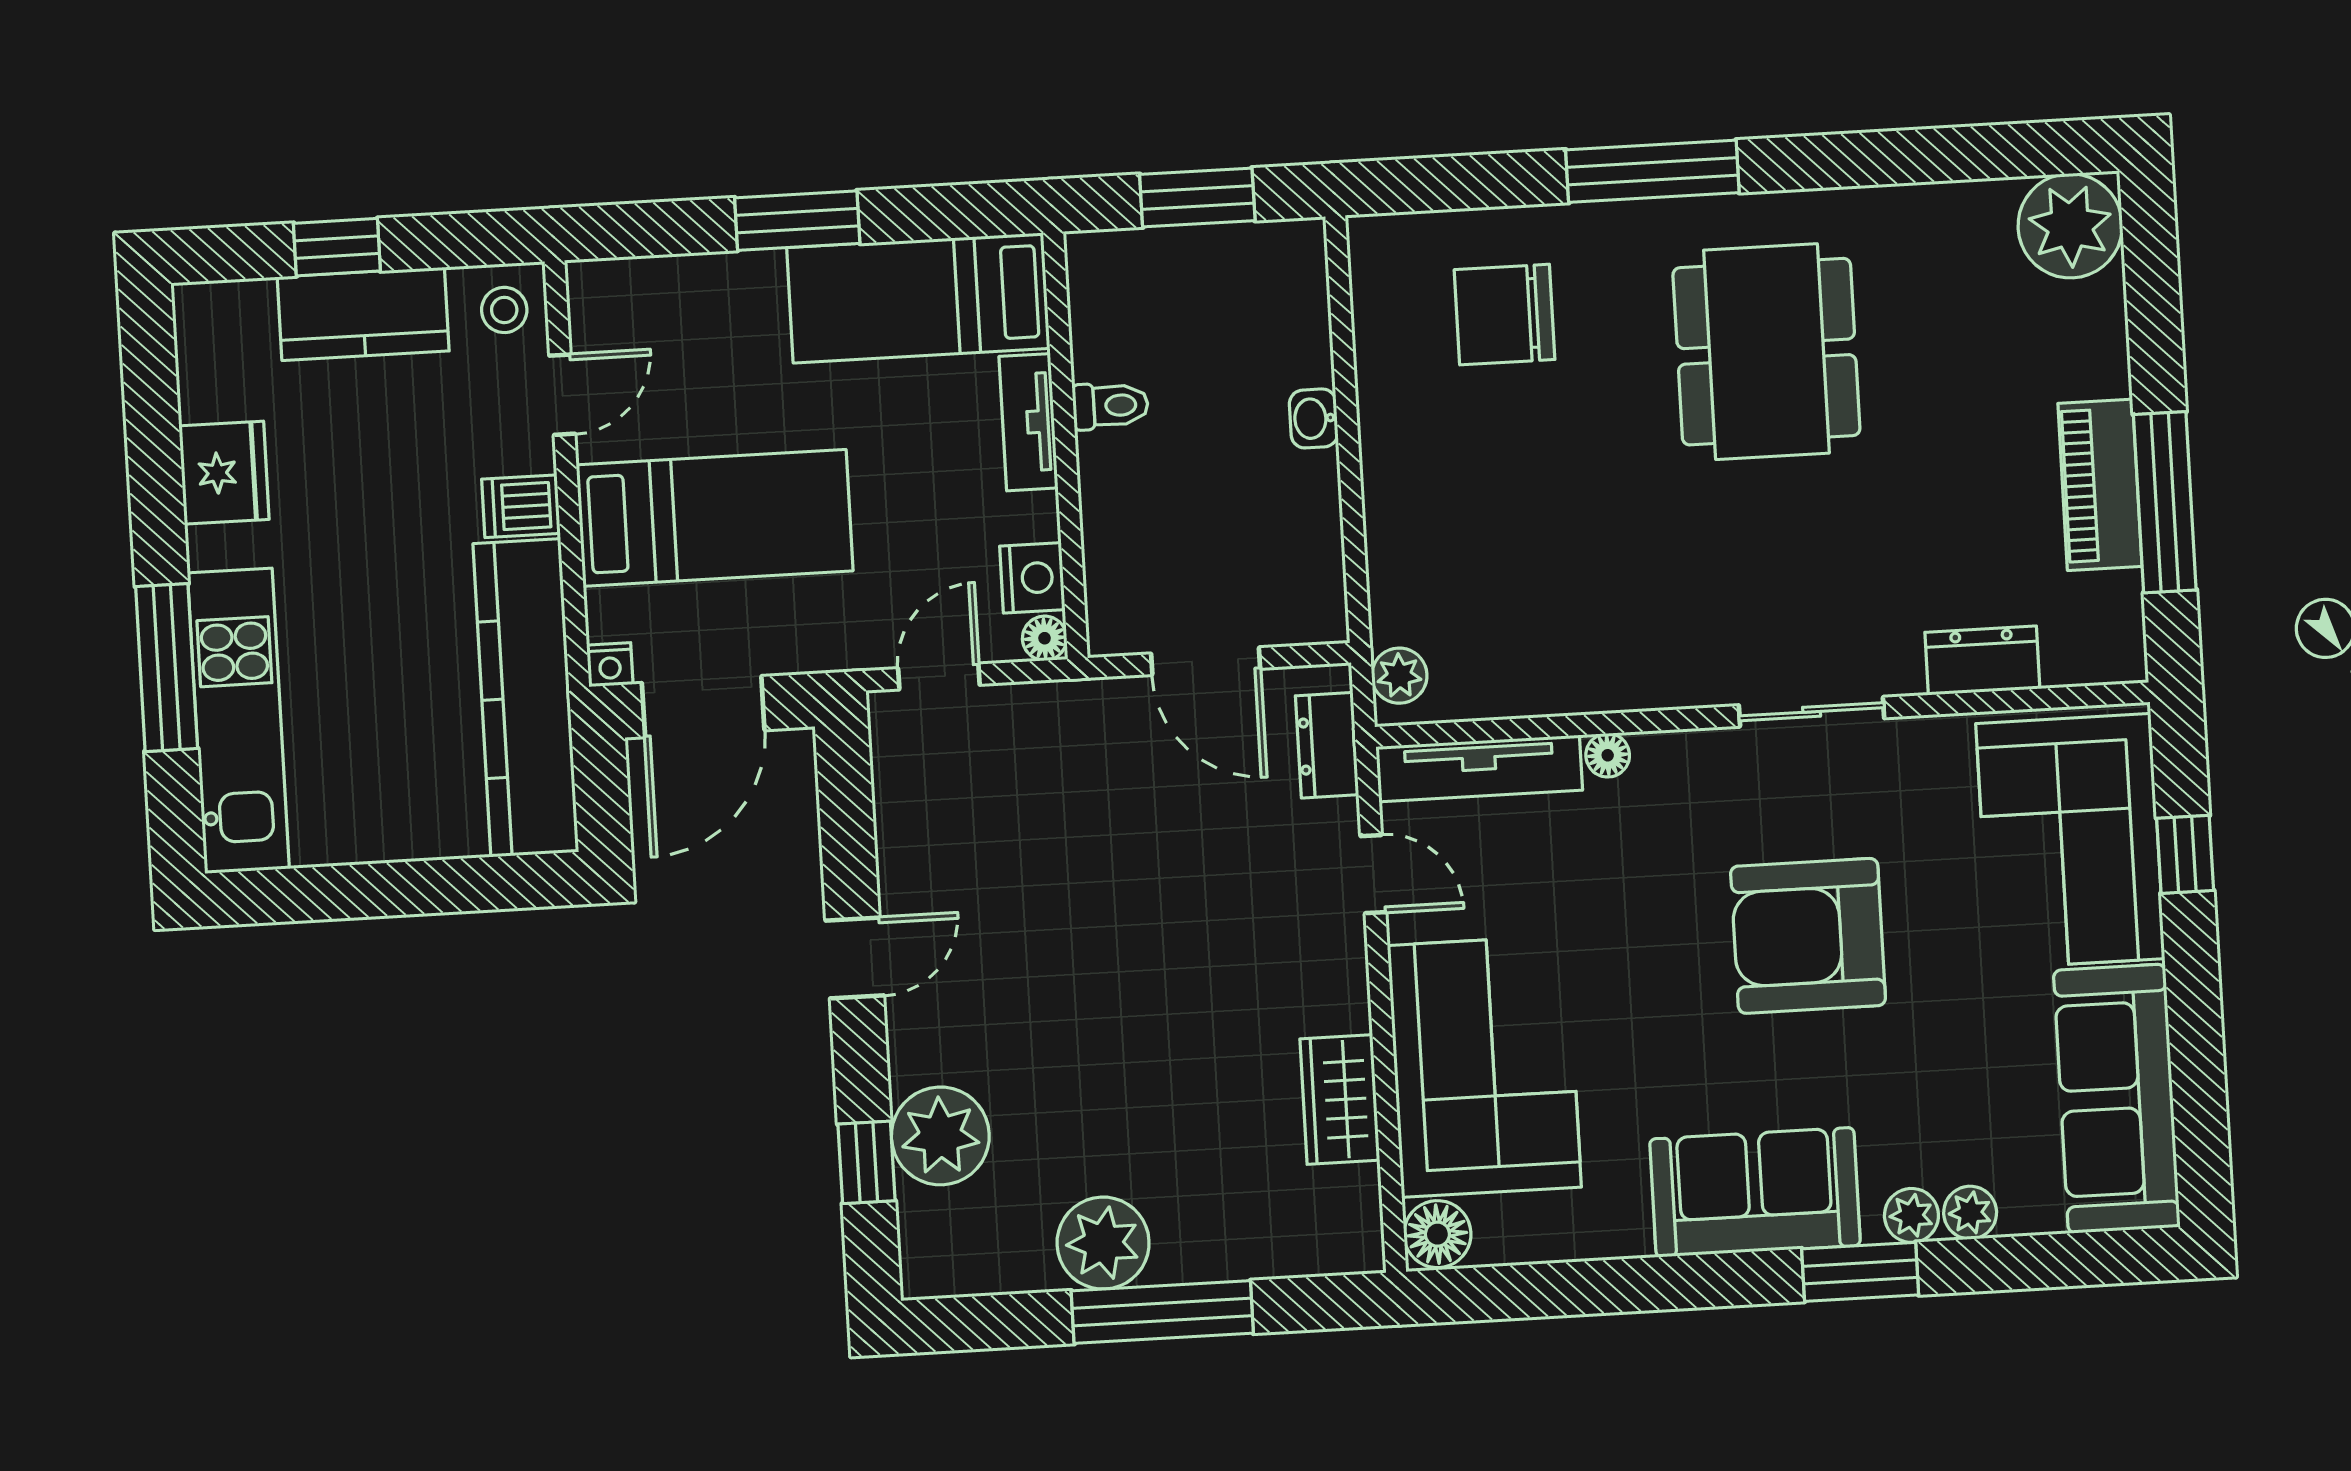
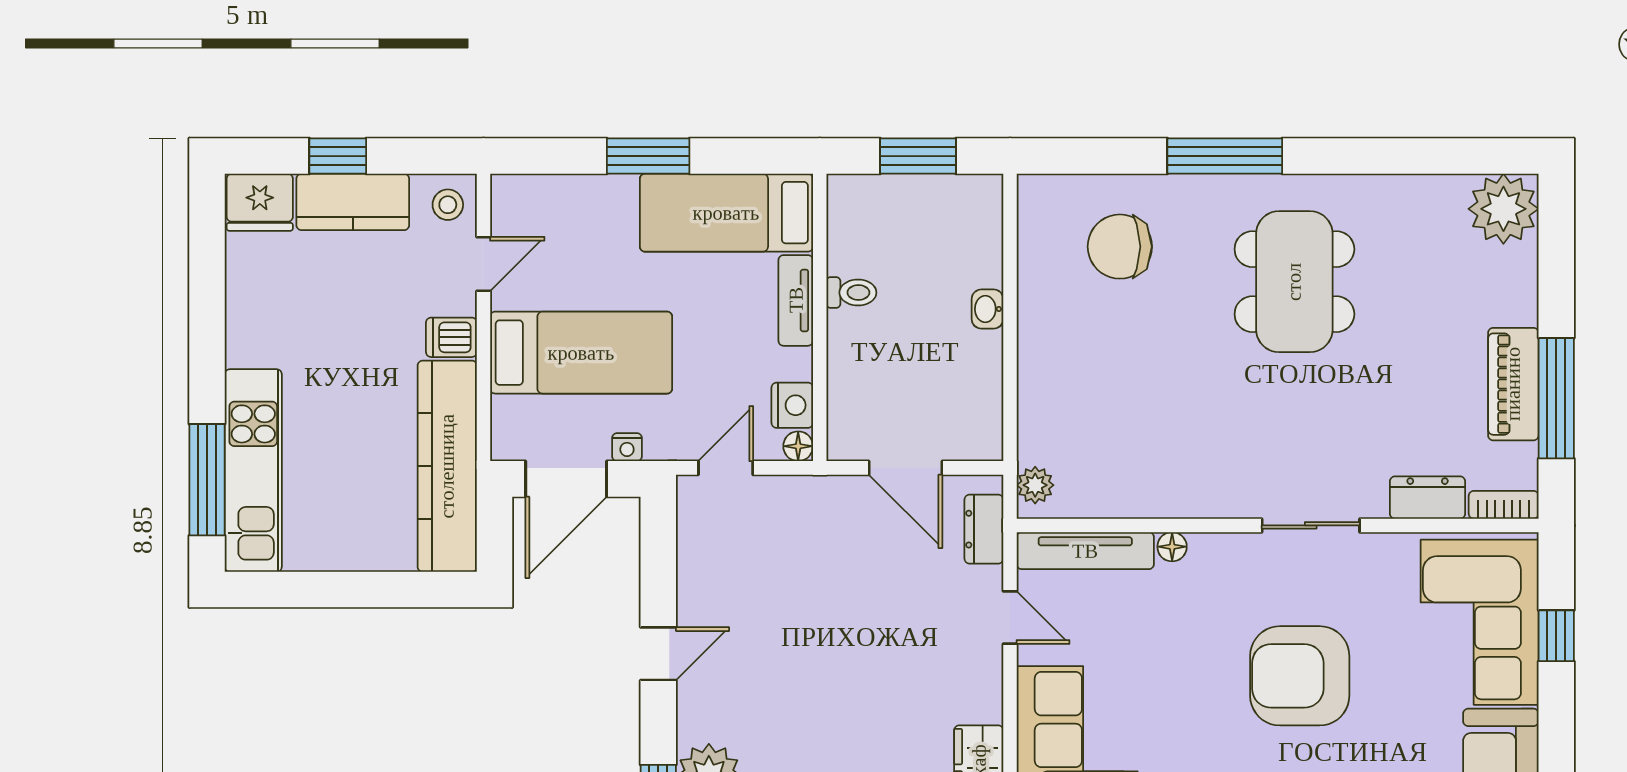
fridge: (224, 473) -> (260, 202), moved, turned 90
nightstand: (610, 665) -> (627, 447), moved
bookcase: (2096, 665) -> (1504, 505), added
window: (167, 668) -> (207, 480), moved

